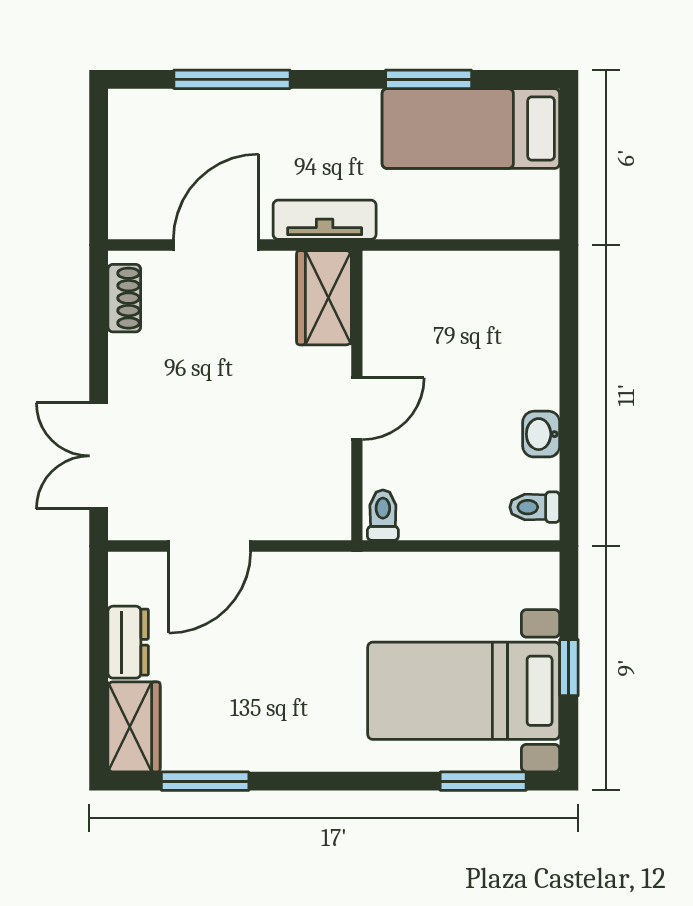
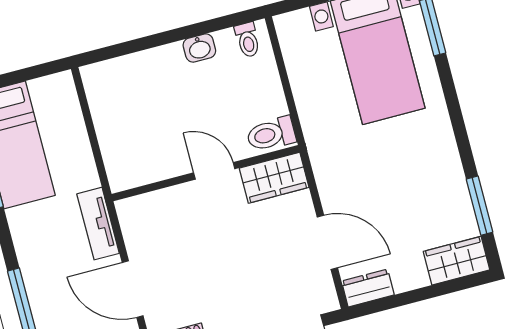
wardrobe: (324, 298) -> (274, 178), moved
toilet: (383, 515) -> (271, 134), width x1.37, depth x1.39
dresser: (128, 642) -> (368, 288), moved

